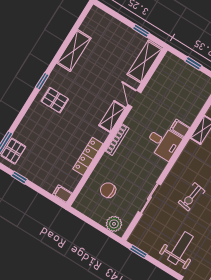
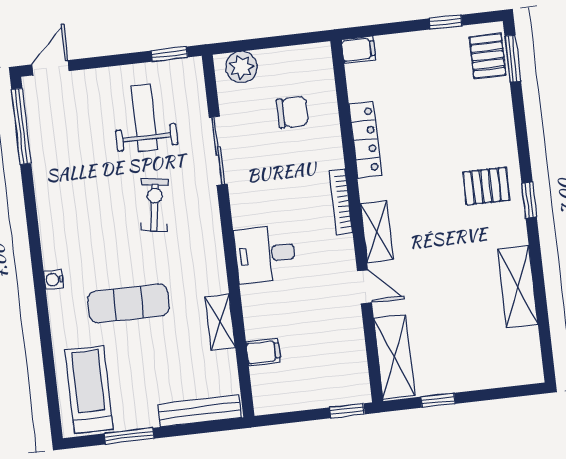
window: (193, 63) -> (347, 411), moved
filing cabinet: (180, 128) -> (263, 352), moved
weight bench: (180, 248) -> (144, 118), moved, turned 180

